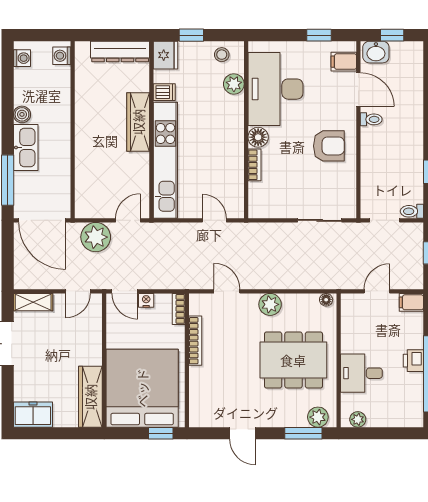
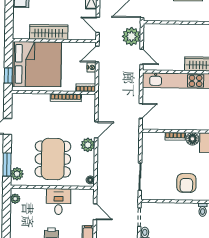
door: (227, 291) -> (96, 130), moved
desk: (361, 373) -> (59, 202), moved
wardrobe: (90, 397) -> (49, 32), moved

